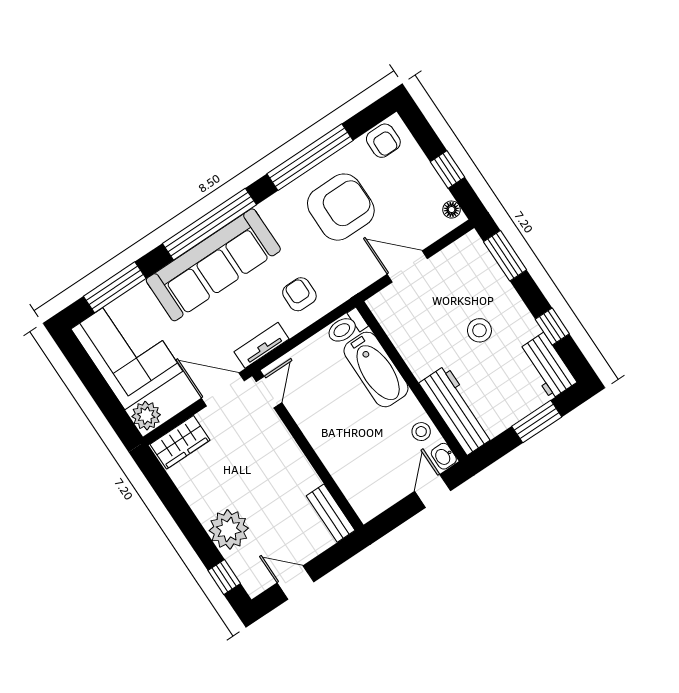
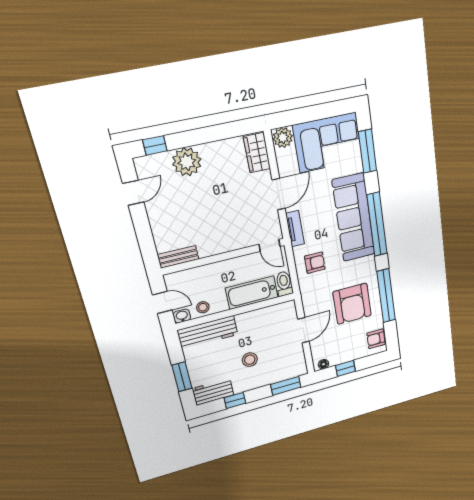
door: (269, 392) -> (269, 245), moved
wall: (308, 450) -> (224, 256), moved
bench: (331, 513) -> (178, 257), moved

